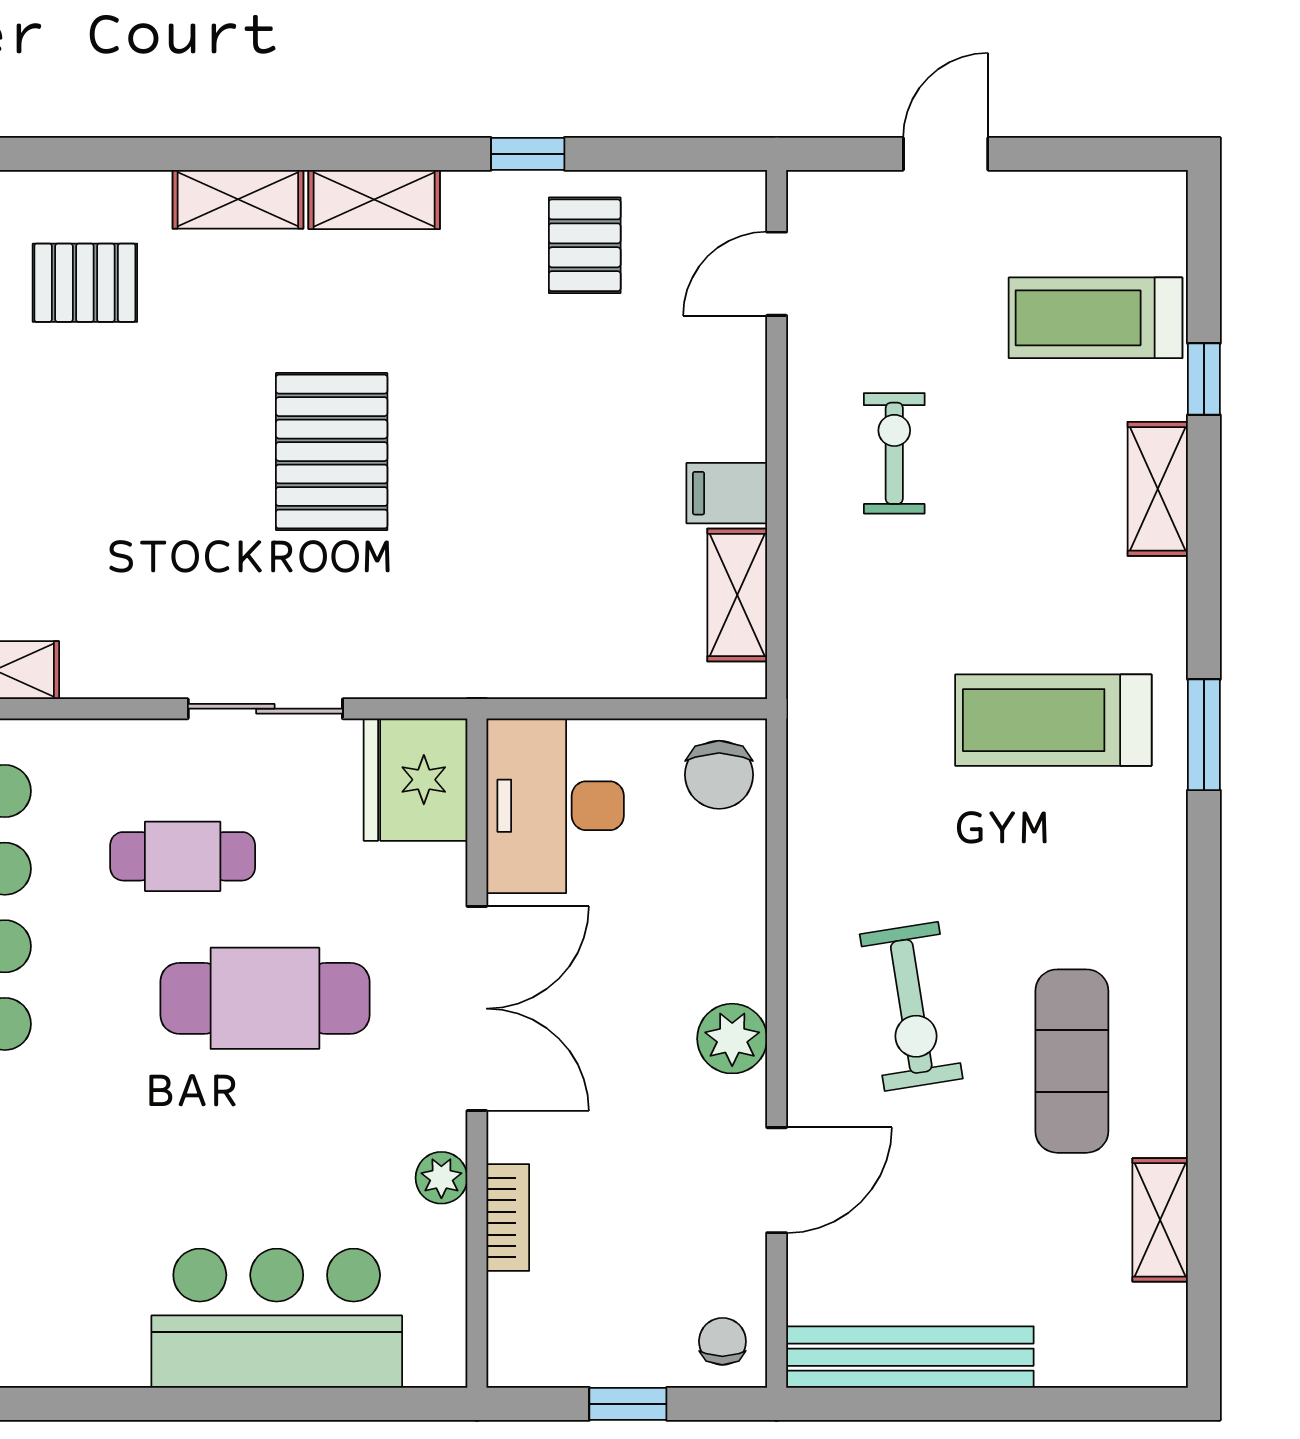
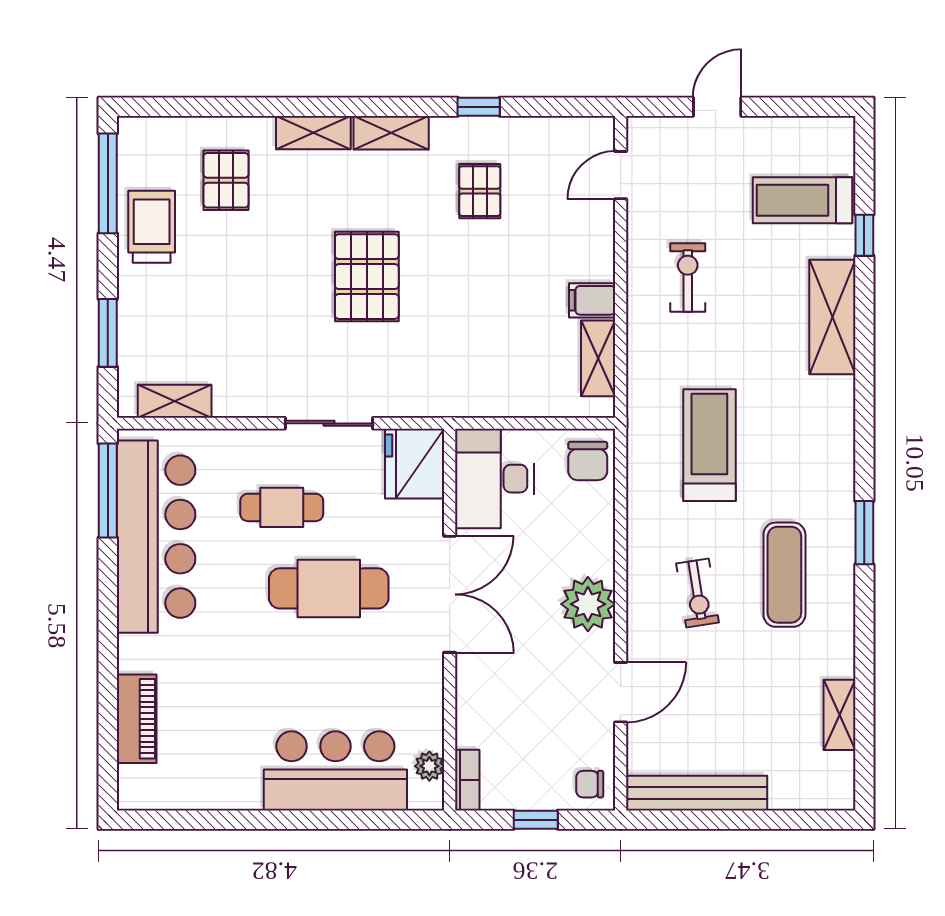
pallet: (585, 245) -> (480, 191), moved
pallet: (85, 283) -> (226, 180), turned 90
shelving: (1158, 489) -> (832, 317), width x1.50, depth x1.33
treadmill: (1053, 720) -> (709, 445), moved, turned 90
window: (1204, 735) -> (864, 533), moved
exercise bike: (911, 1006) -> (697, 593), width x0.73, depth x0.72
plant: (732, 1039) -> (588, 604), width x1.36, depth x1.36
exercise mat: (1072, 1061) -> (784, 575), moved
plant: (441, 1178) -> (429, 766), moved
bookcase: (508, 1217) -> (467, 780), moved
chair: (722, 1341) -> (590, 784), turned -90

